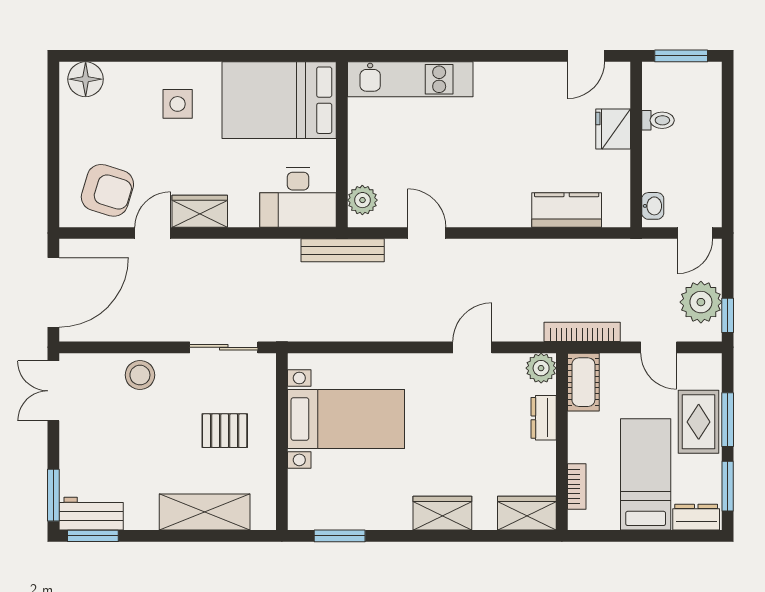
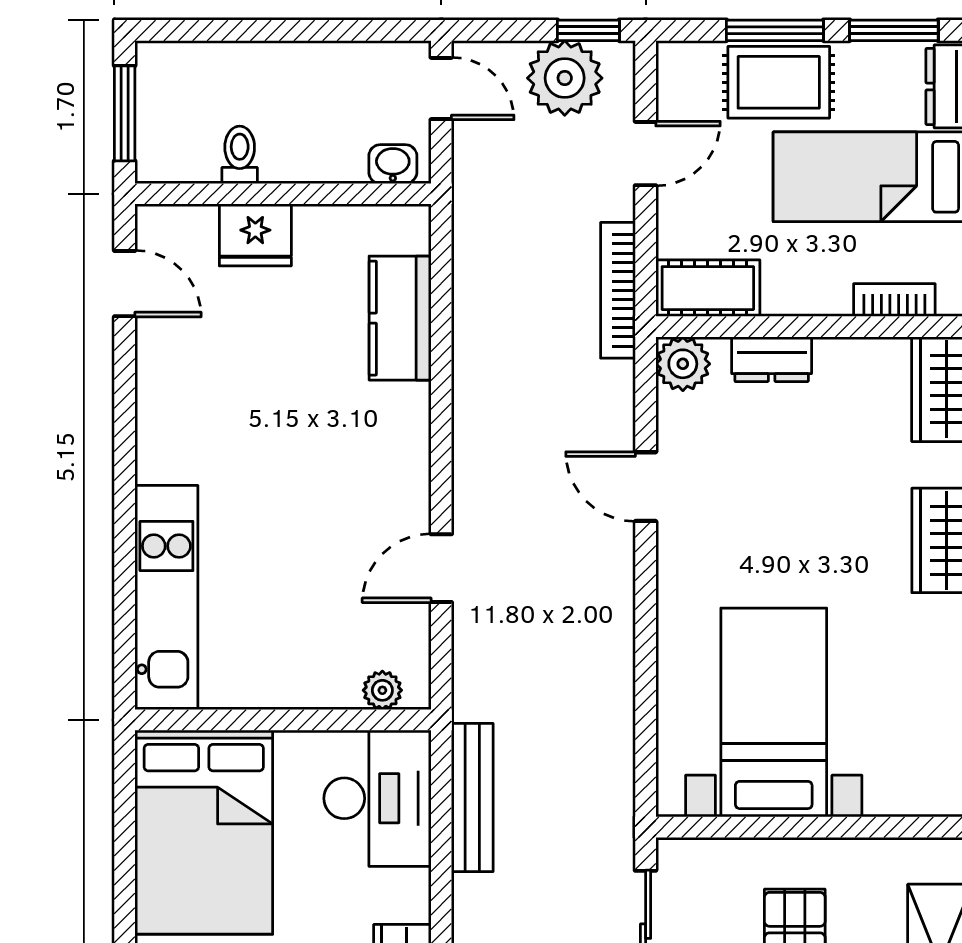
plant: (362, 200) -> (382, 690), width x0.73, depth x0.73
bench: (343, 250) -> (472, 797), moved

